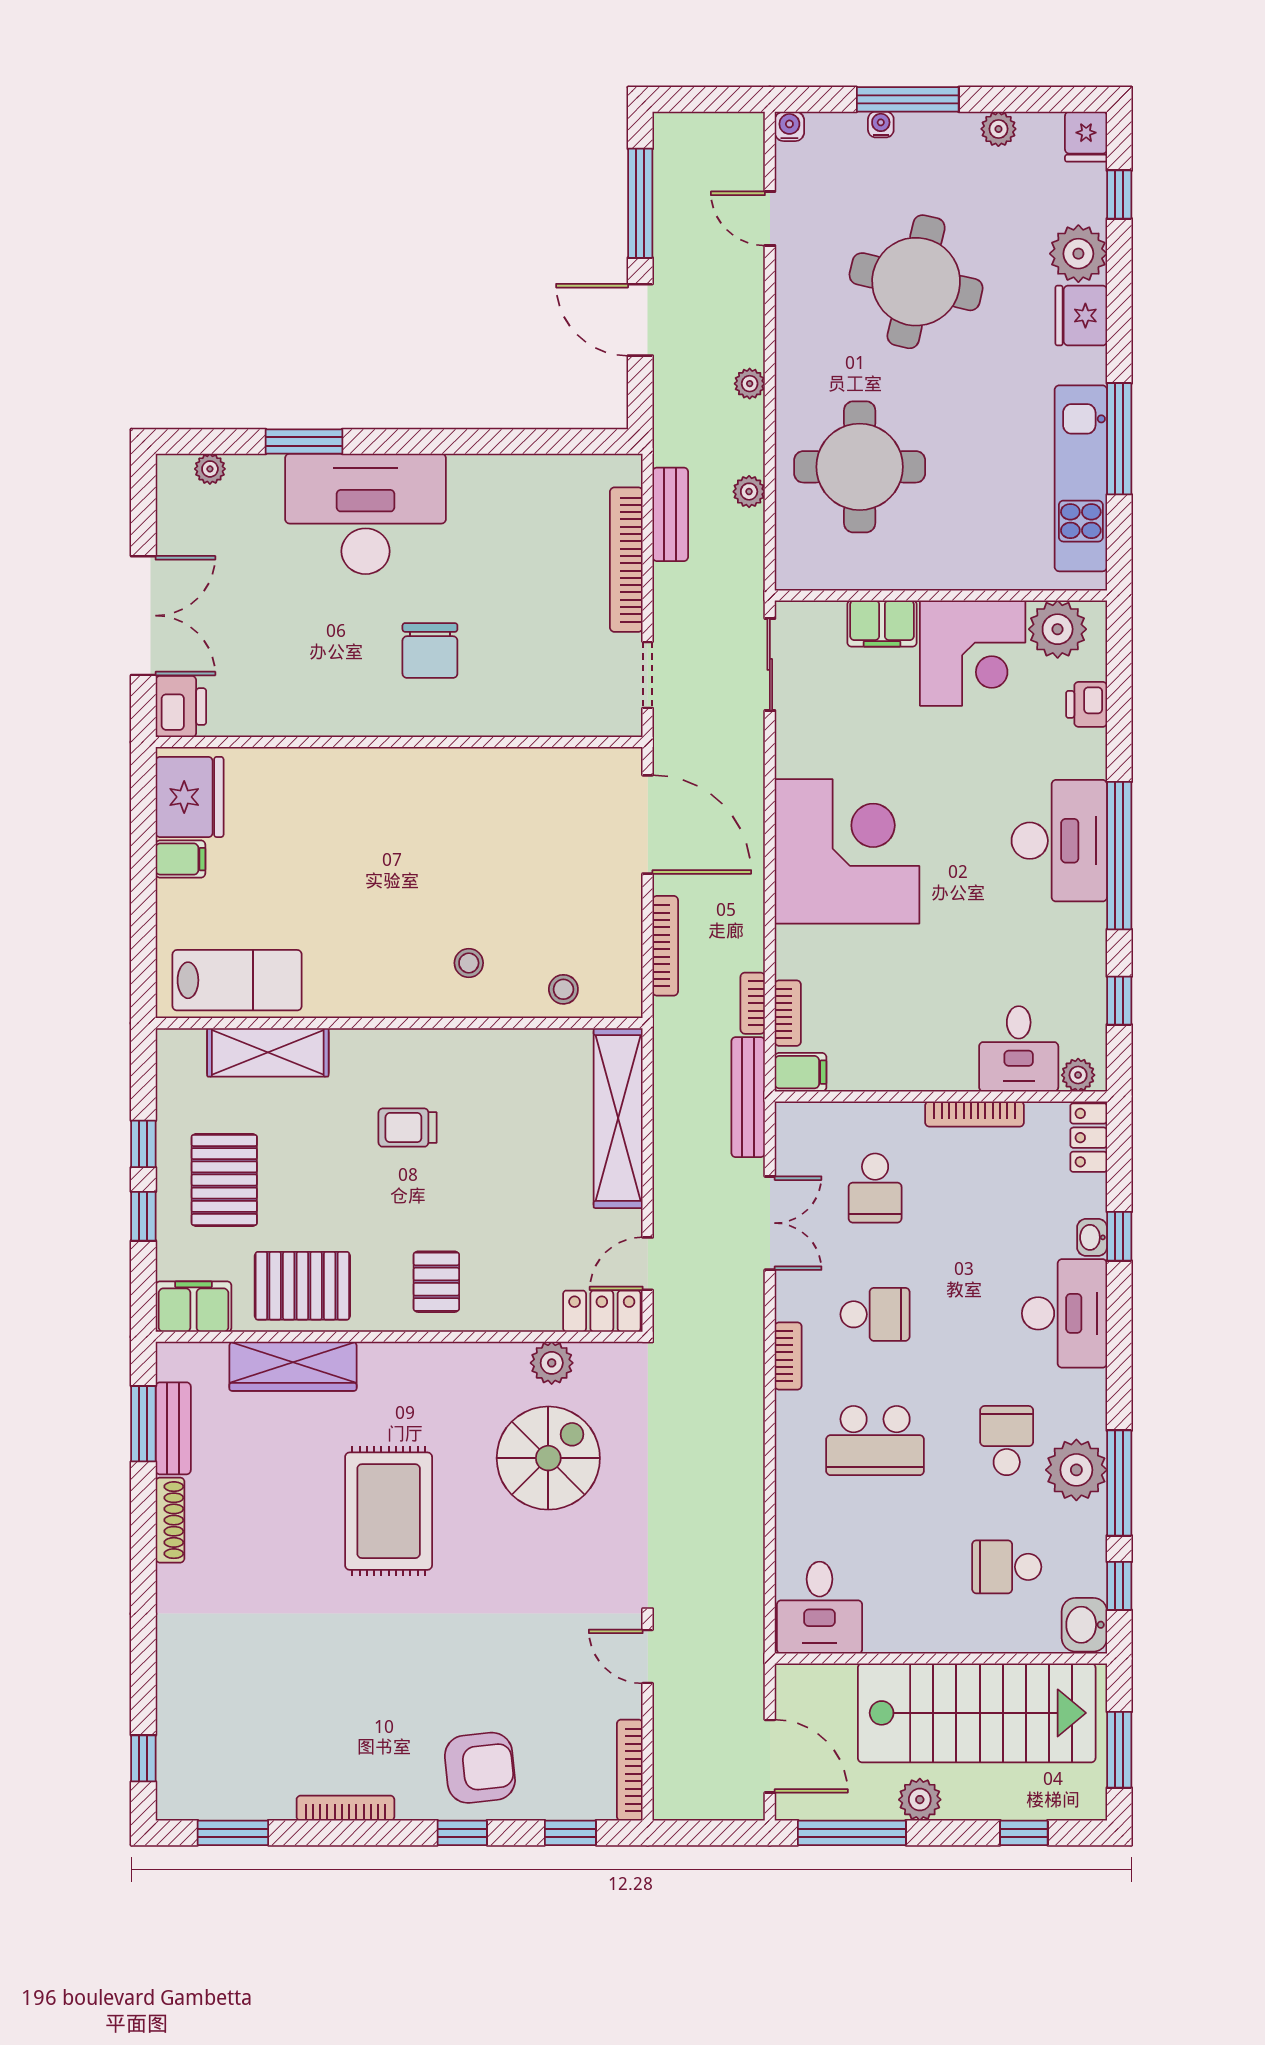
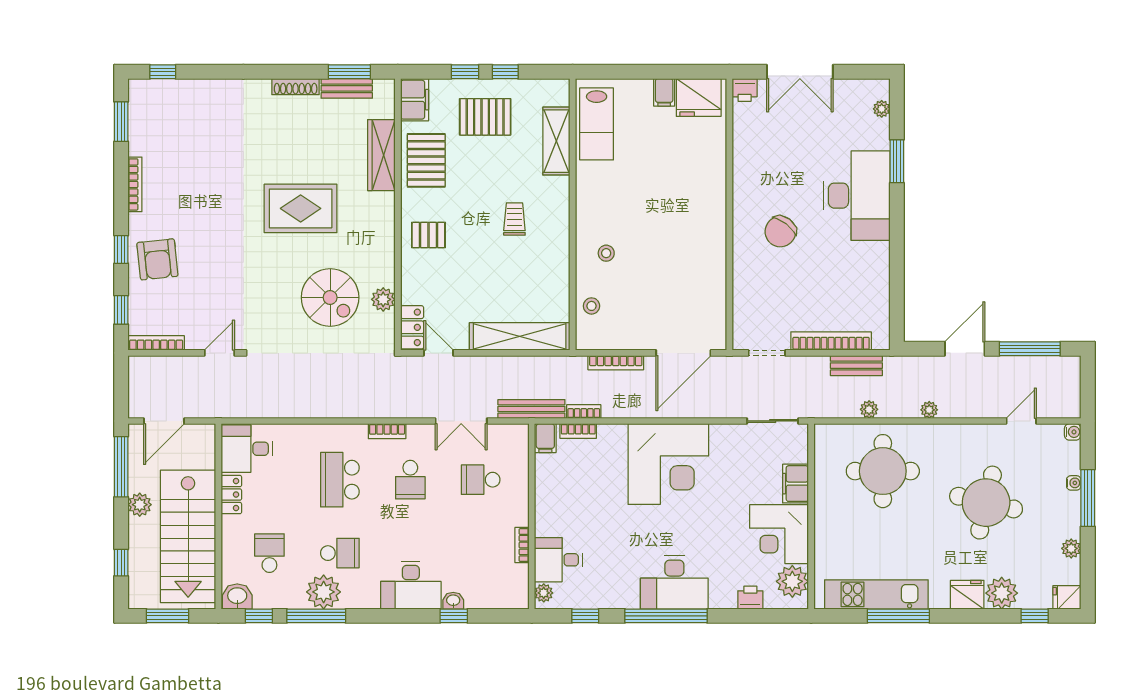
chair: (430, 650) -> (780, 232), turned -52
printer: (181, 707) -> (745, 90), width x0.73, depth x0.81
bookcase: (975, 1114) -> (522, 545), width x0.64
locker: (1089, 1138) -> (231, 495), moved, turned 90

